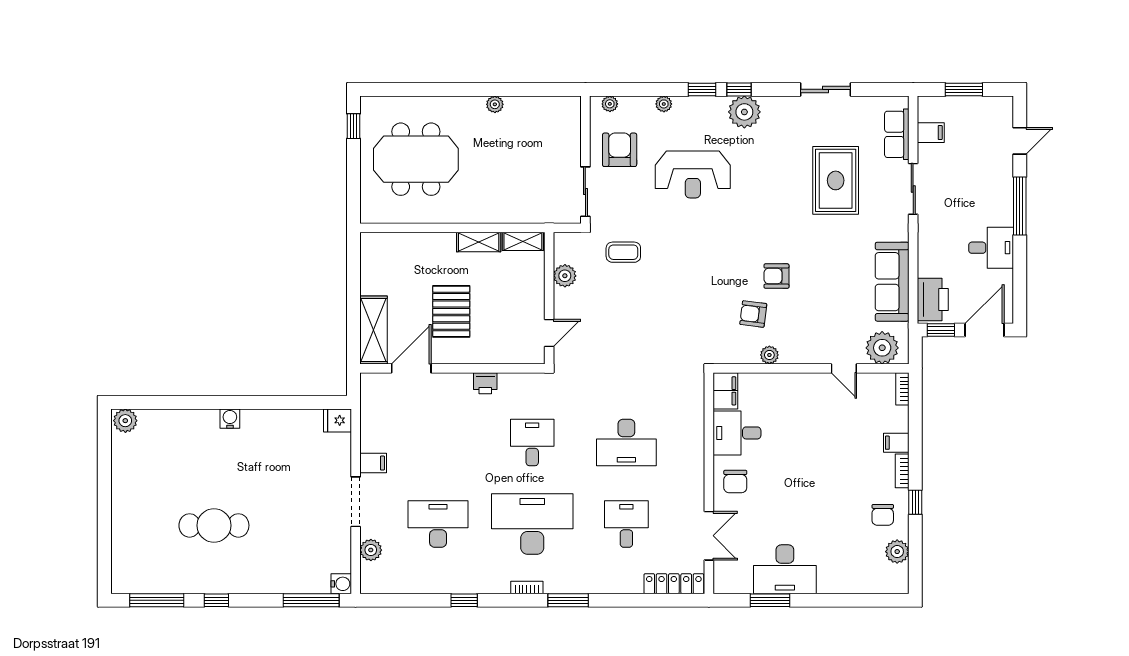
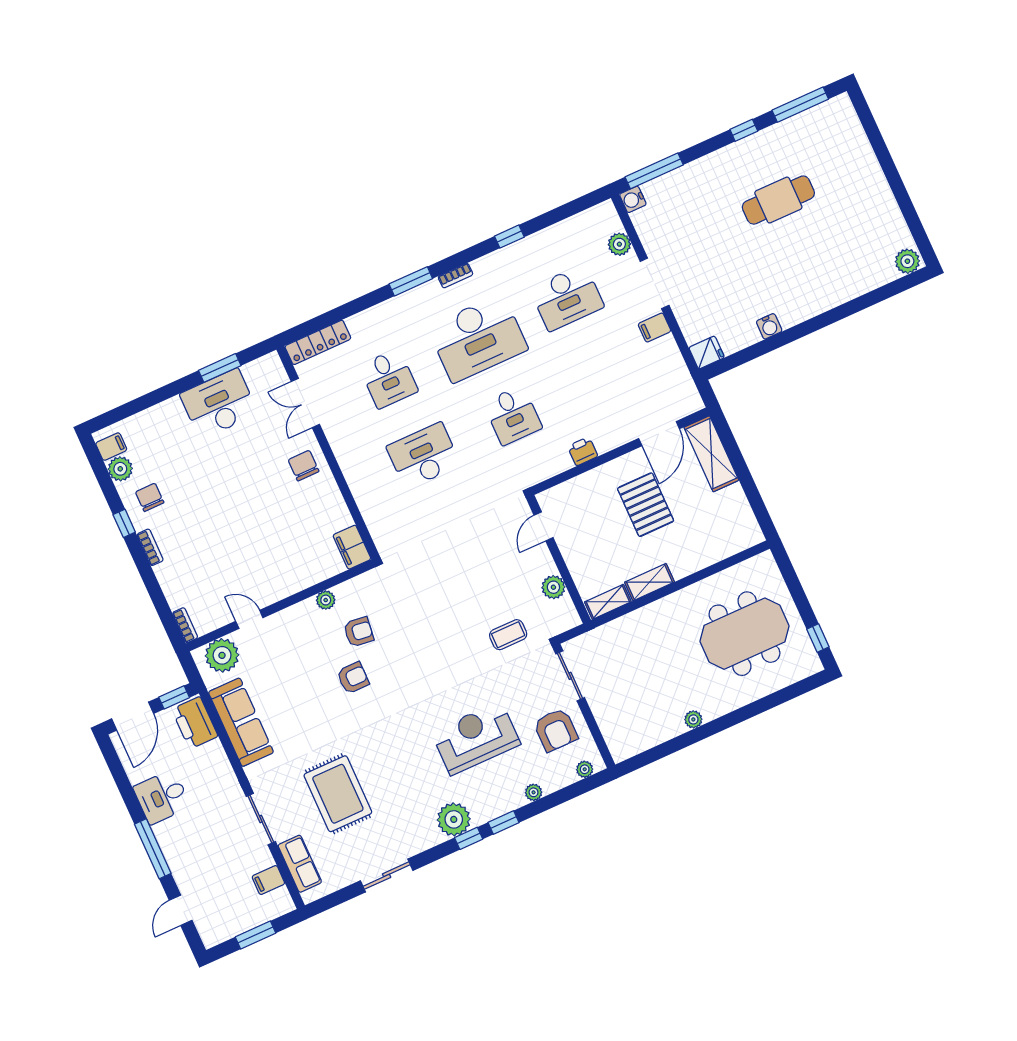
water cooler: (230, 419) -> (769, 326), moved
desk: (737, 433) -> (323, 512), removed
filing cabinet: (896, 443) -> (111, 447), moved

